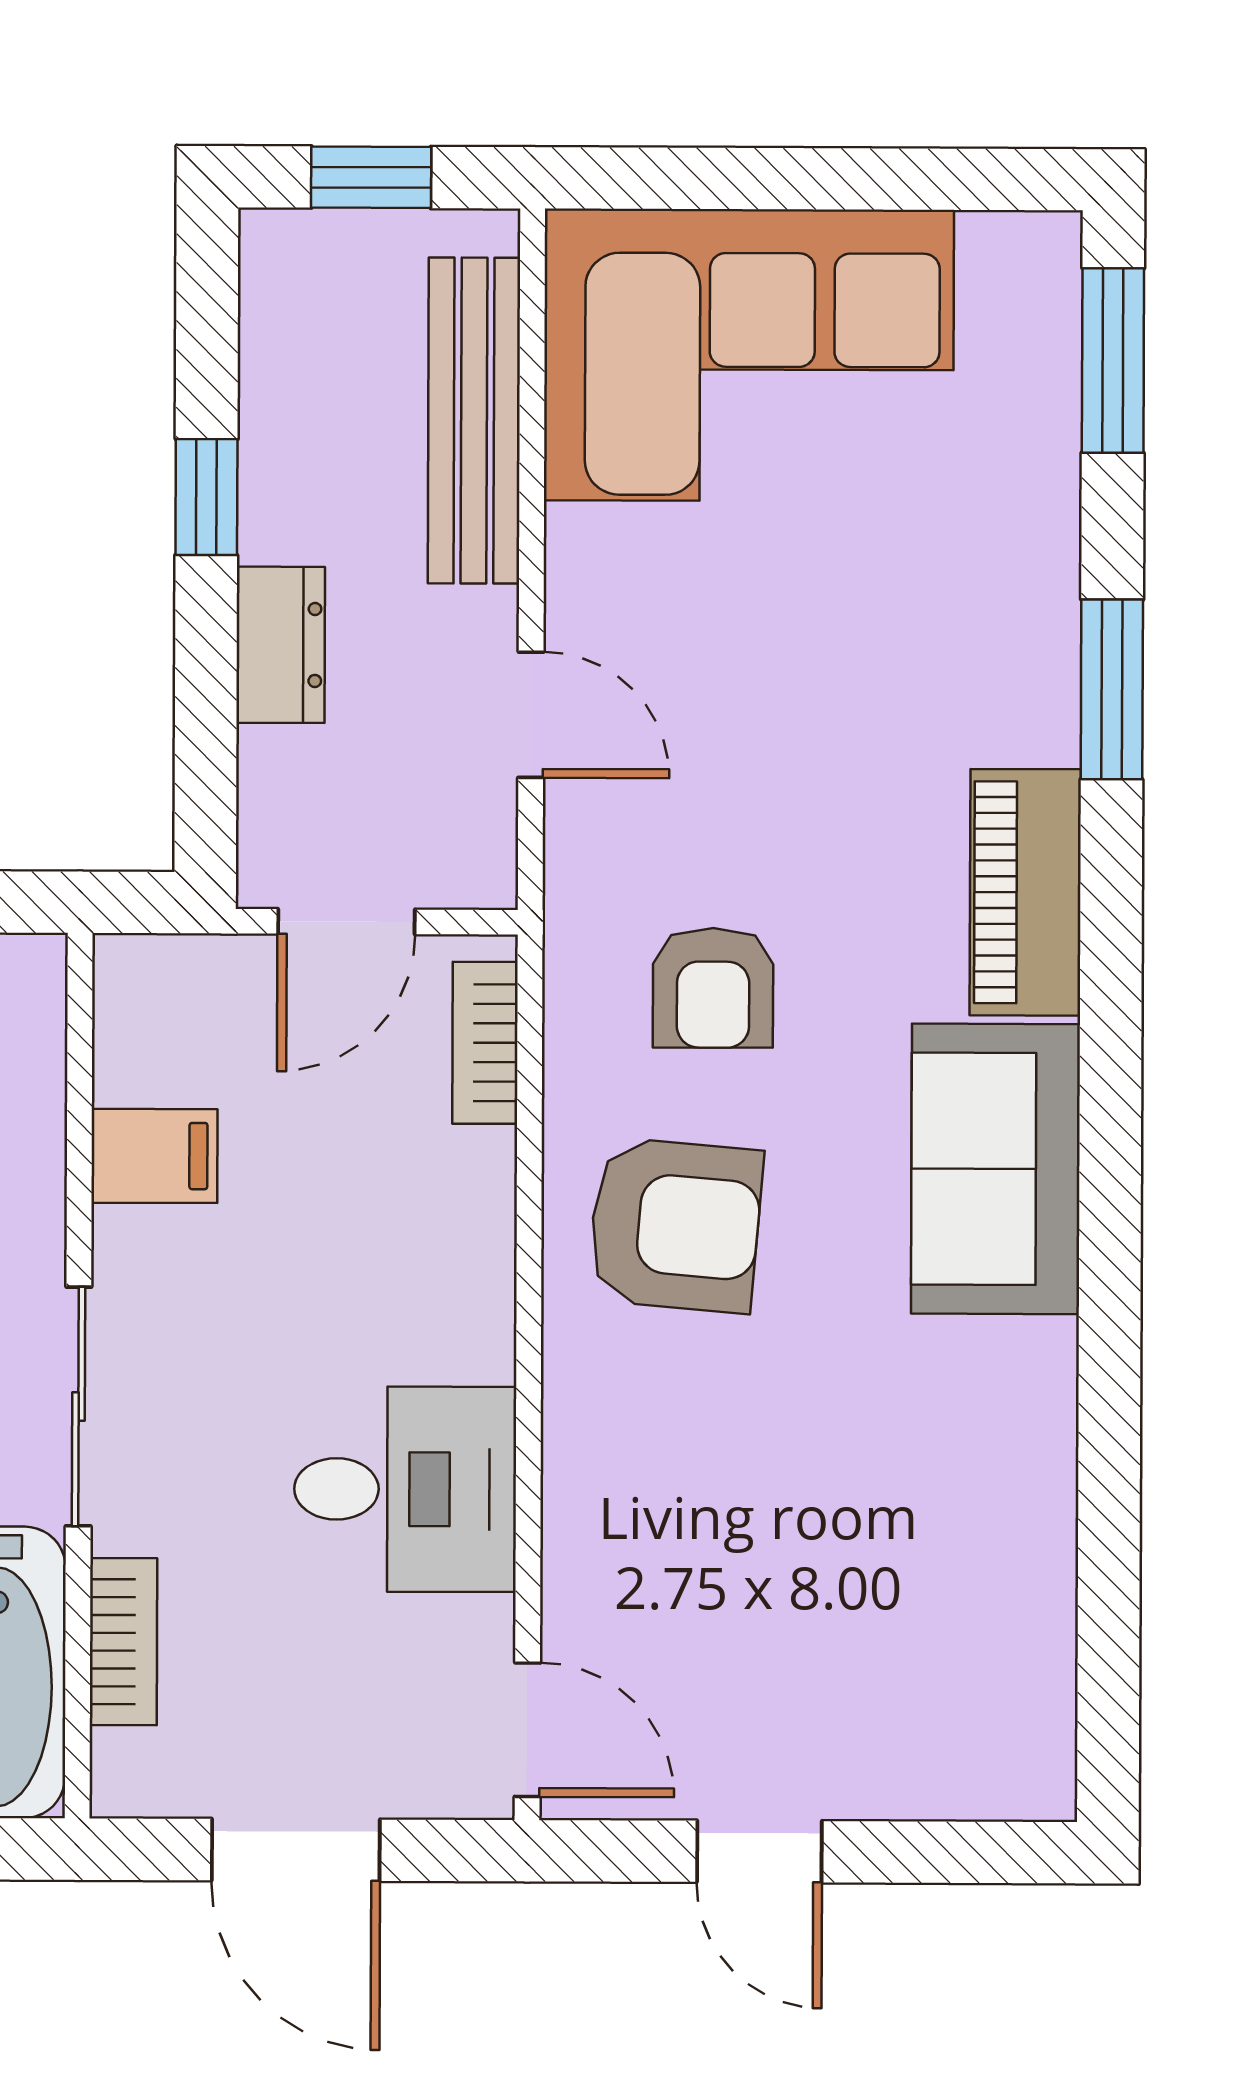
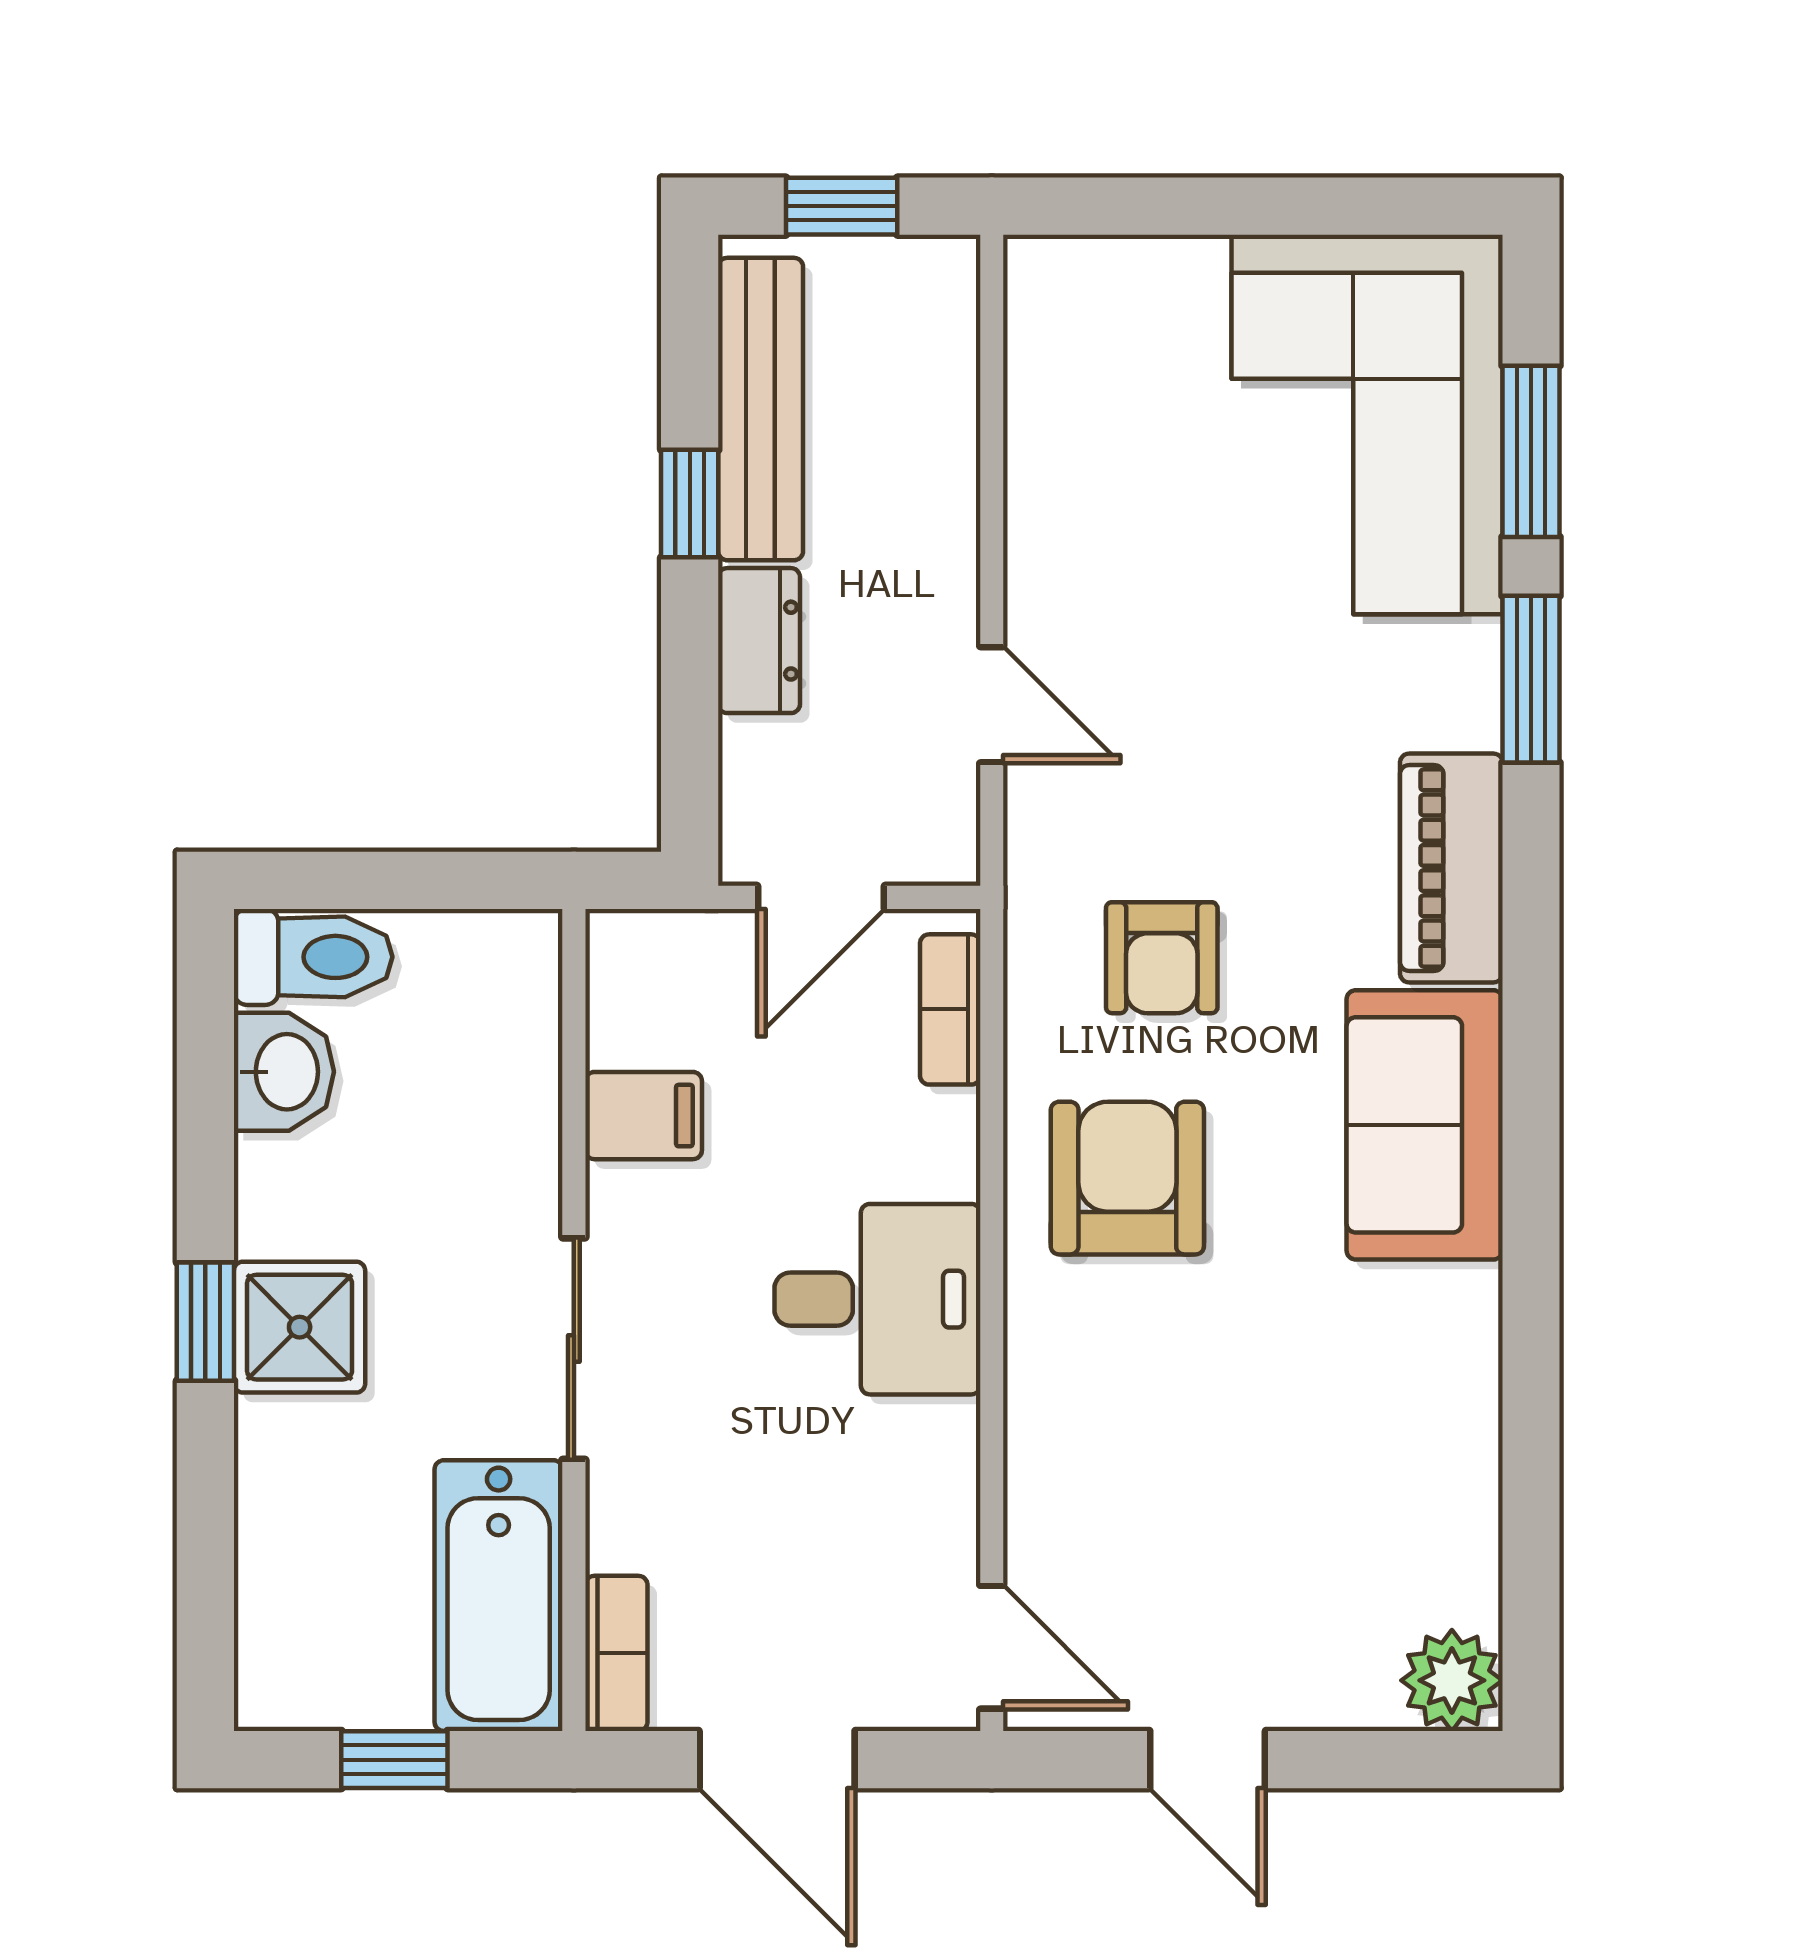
corner sofa: (749, 355) -> (1367, 424), moved, turned 90
window: (1113, 360) -> (1531, 451), moved
bench: (474, 421) -> (761, 409), moved
armchair: (675, 1225) -> (1127, 1178), turned -95
desk: (405, 1489) -> (877, 1299), moved
bookcase: (123, 1642) -> (616, 1653), moved
plant: (1023, 1767) -> (1452, 1680), added

